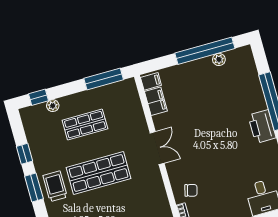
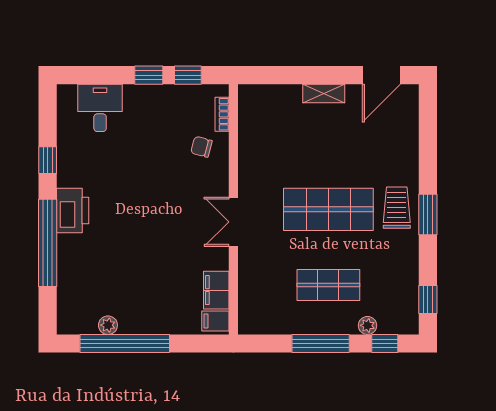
window: (104, 79) -> (321, 344), moved
window: (25, 154) -> (428, 300), moved
trolley: (55, 186) -> (397, 208), turned 180

